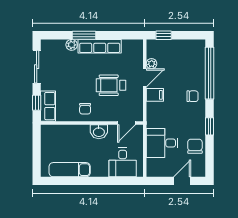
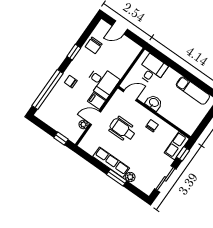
wheelchair: (111, 85) -> (122, 129), turned 180
desk: (162, 143) -> (102, 82), moved

